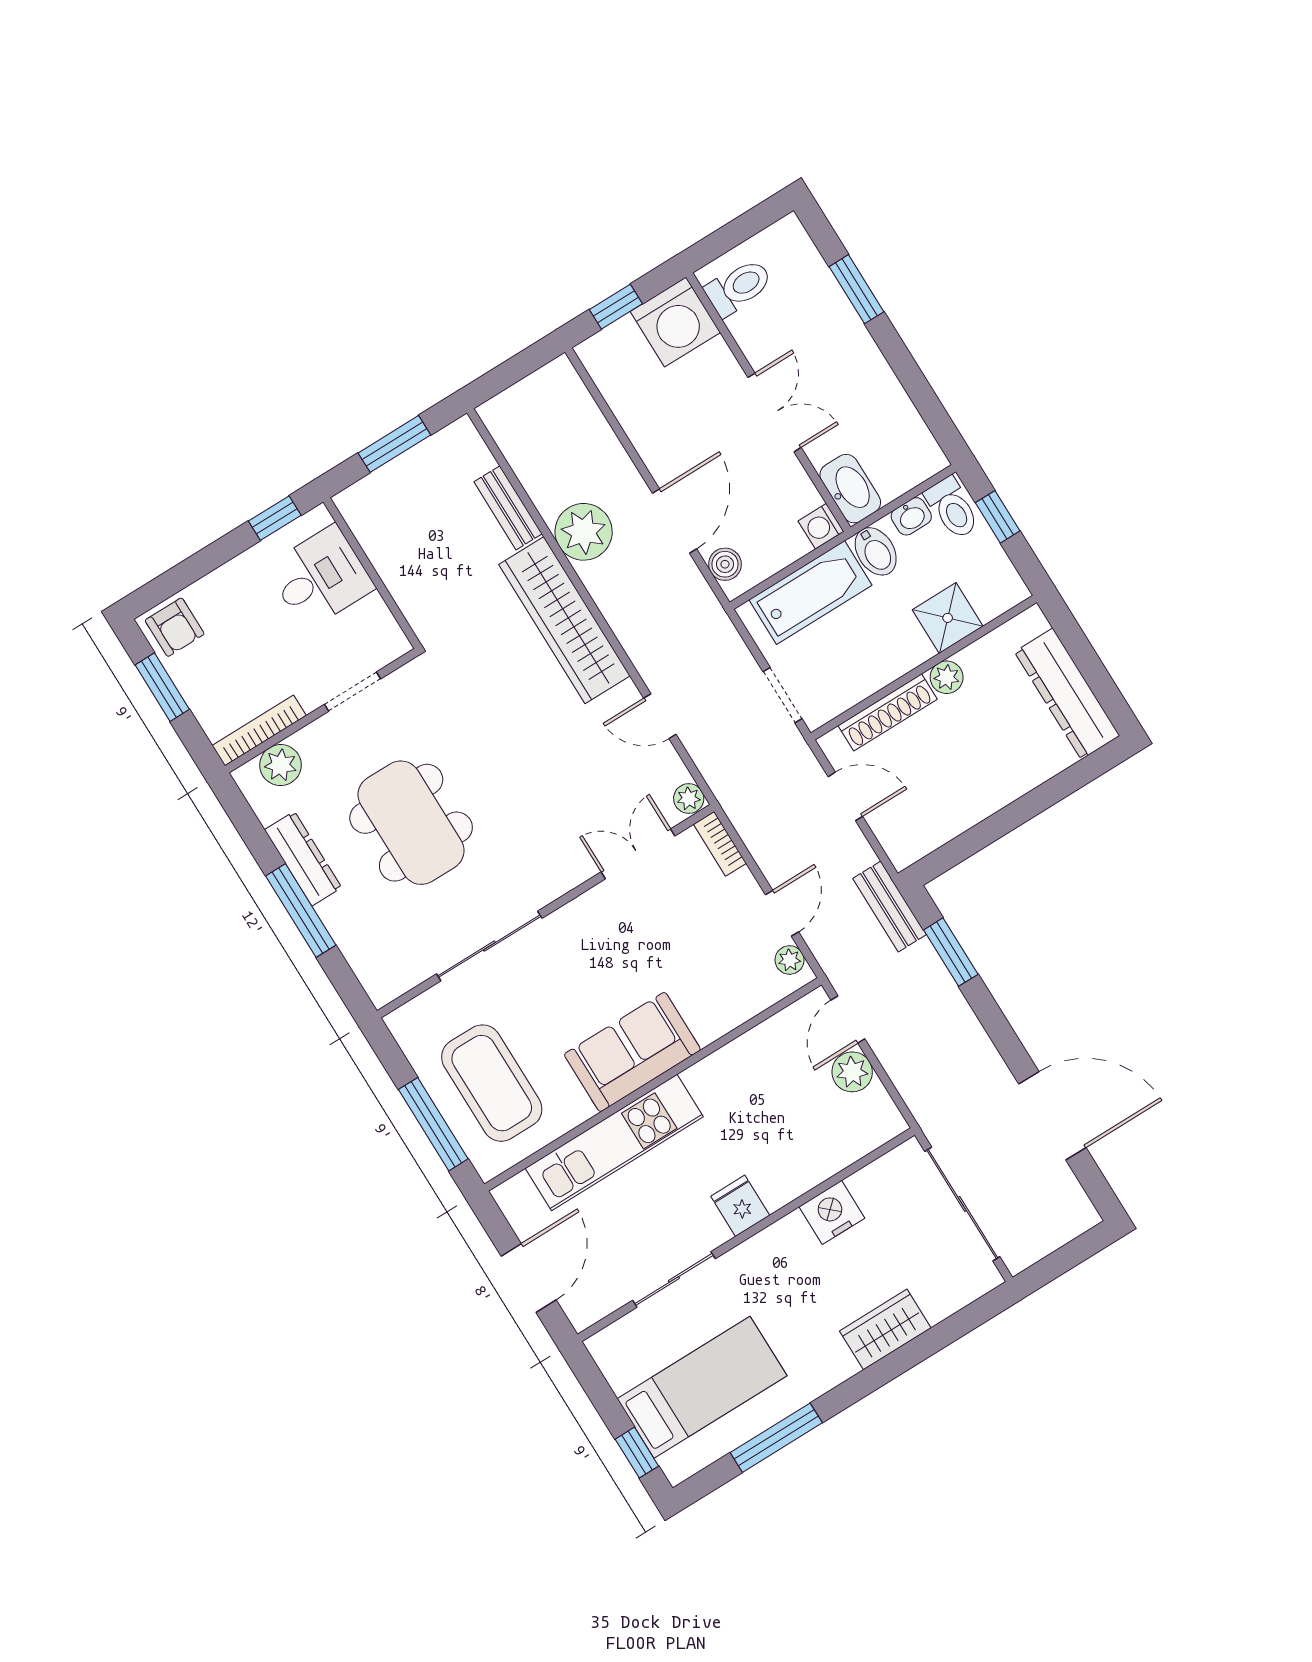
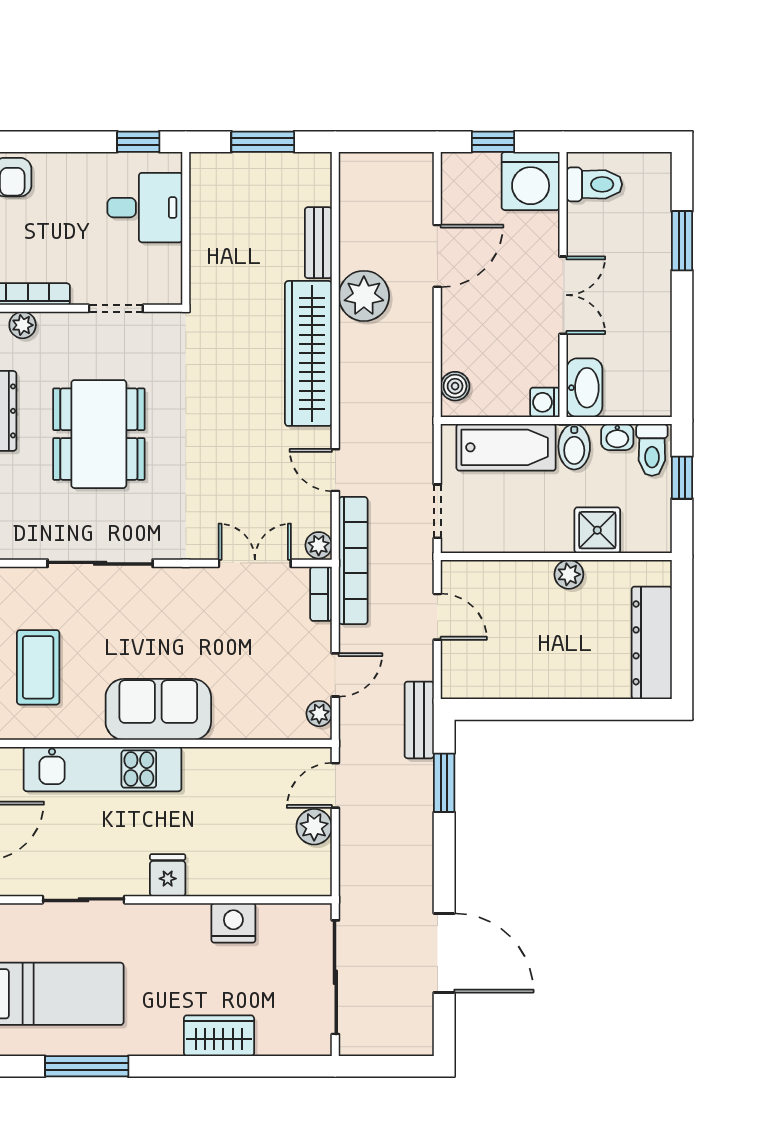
door: (674, 521) -> (437, 256), moved
shoe rack: (888, 712) -> (508, 573), removed
plant: (280, 765) -> (23, 325), width x0.73, depth x0.73
bookcase: (731, 793) -> (353, 561), added
coffee table: (492, 1083) -> (38, 667), width x0.73, depth x0.76

